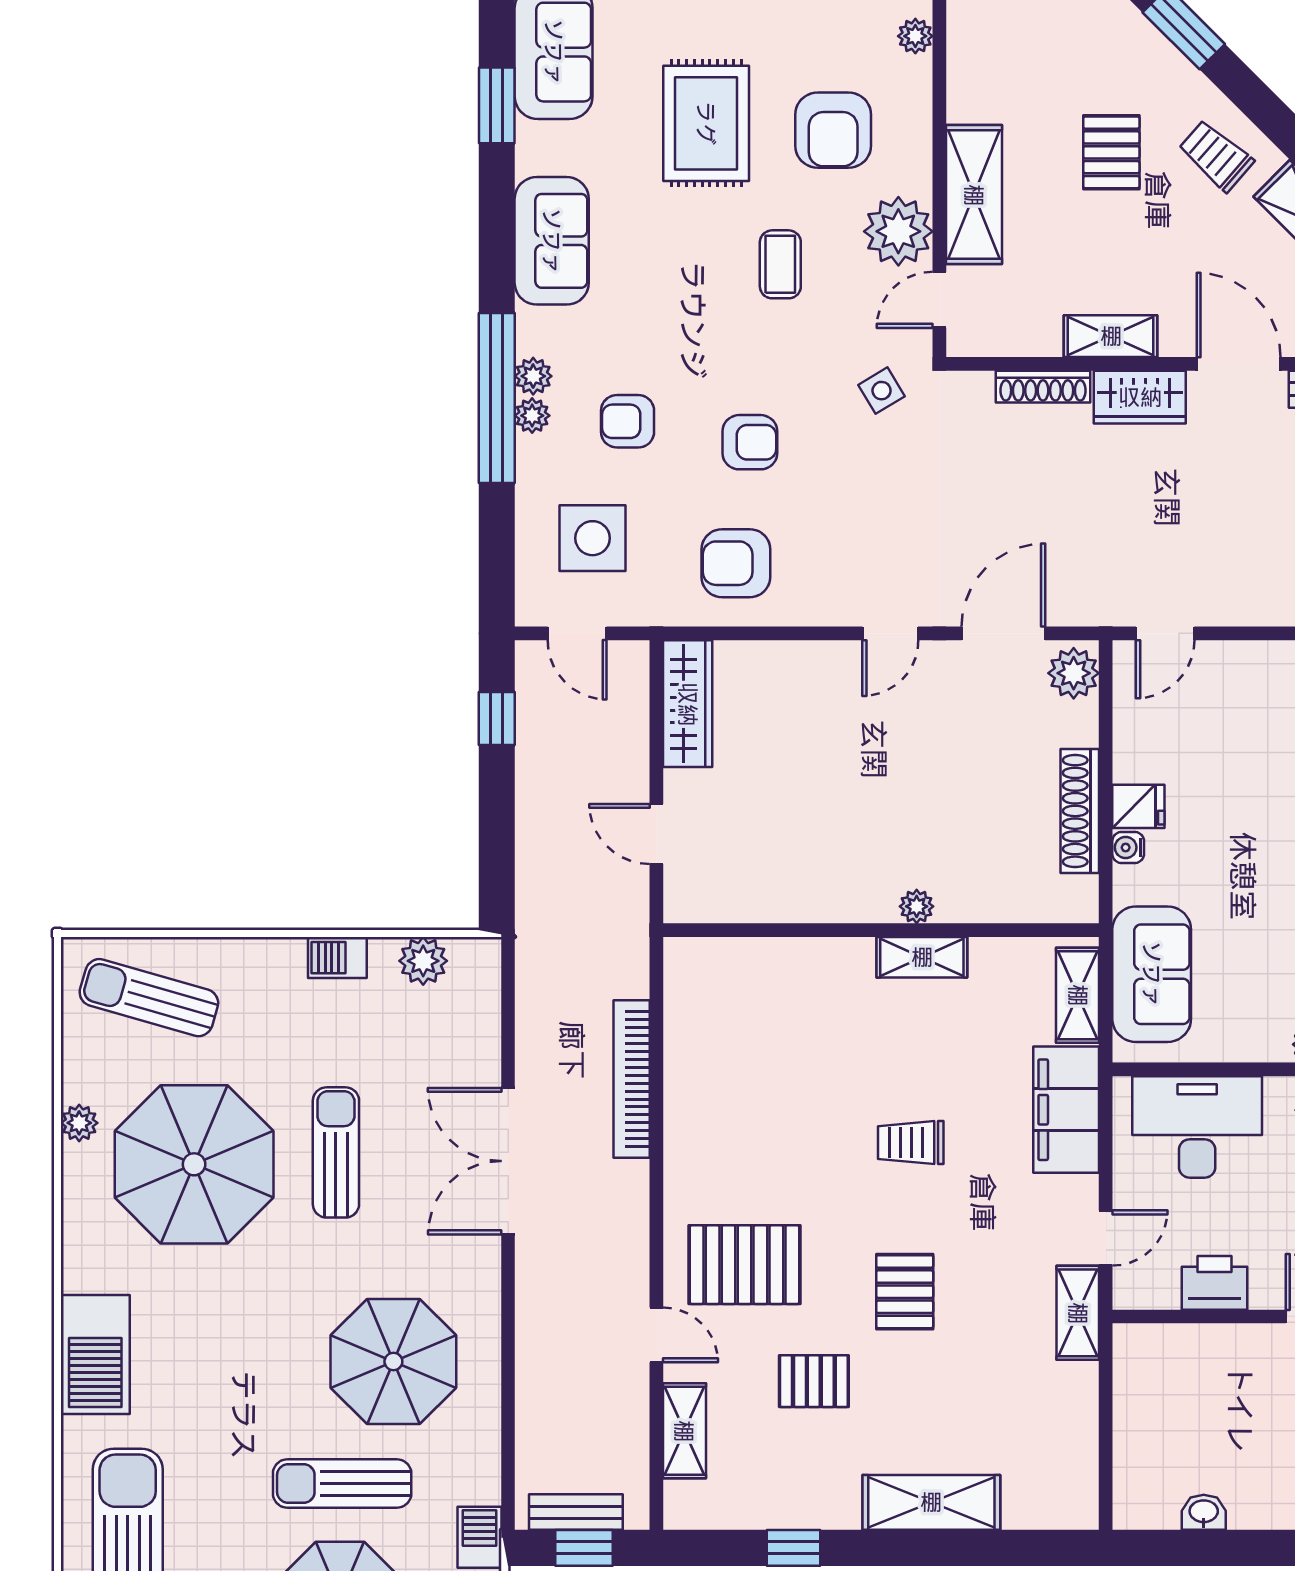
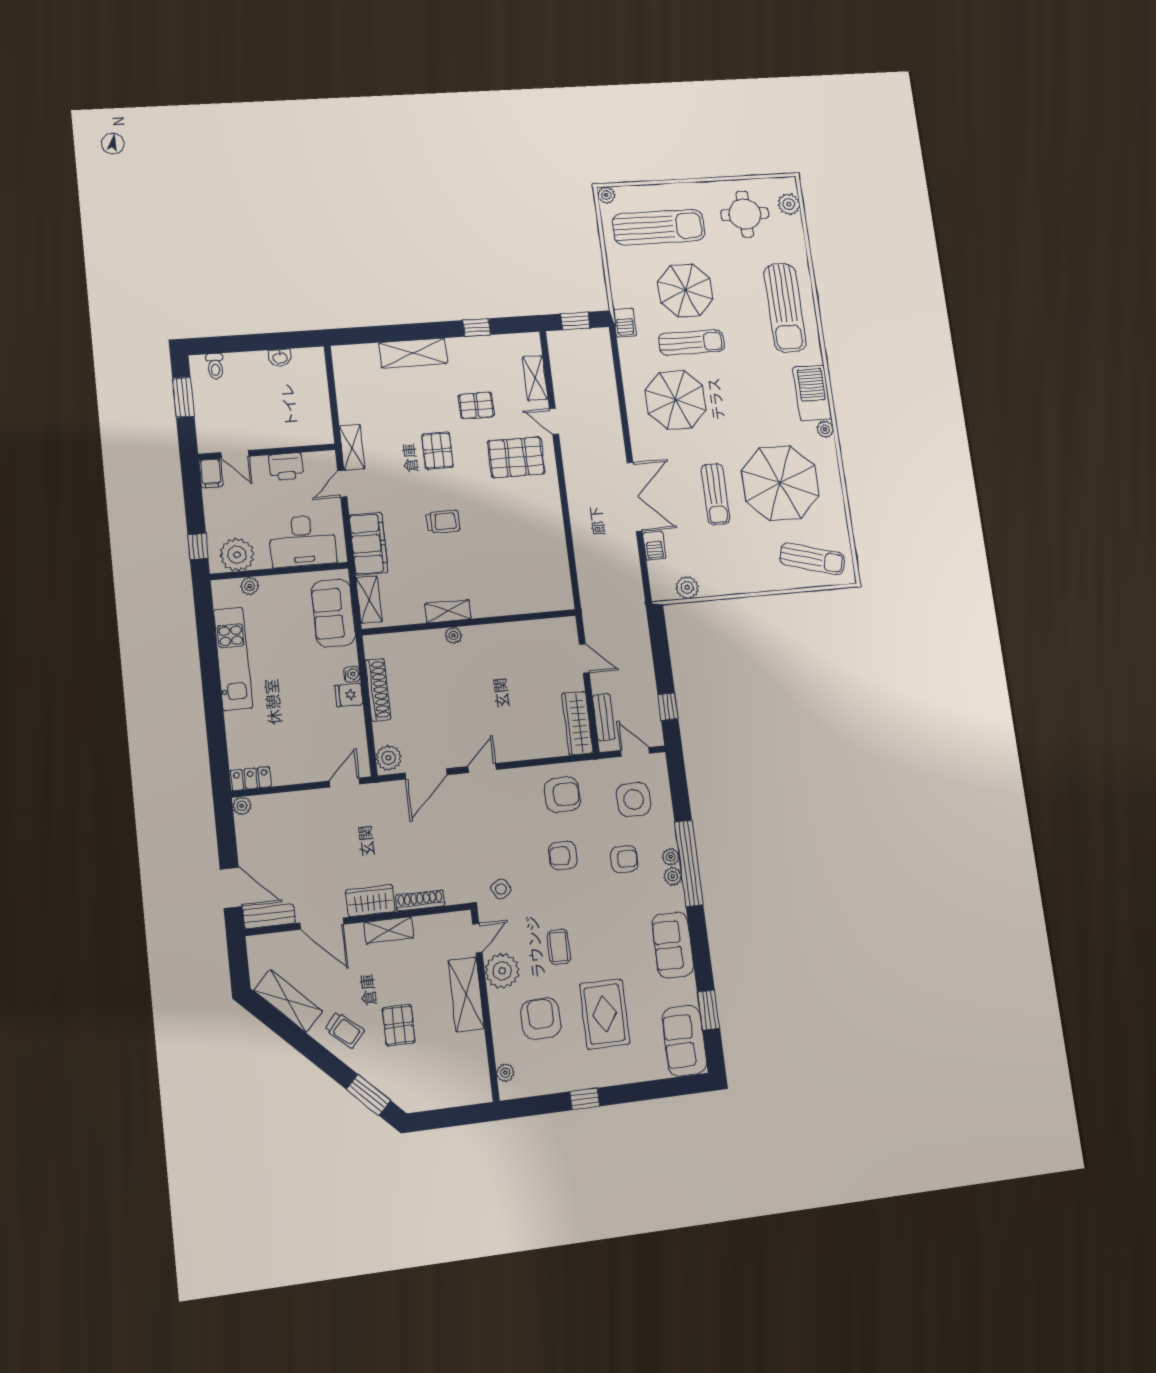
barbecue: (337, 958) -> (654, 546), moved, turned 90
bookcase: (632, 1079) -> (581, 540), removed
plant: (79, 1123) -> (825, 429), moved
bench: (576, 1512) -> (604, 717), moved, turned 90

